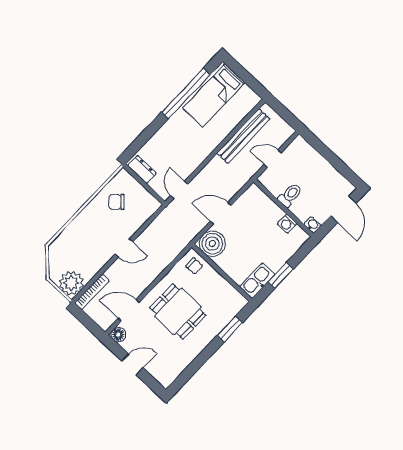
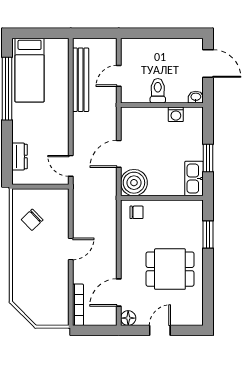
dresser: (142, 169) -> (19, 156), moved, turned 90
plant: (71, 283) -> (56, 313), removed
dining table: (178, 311) -> (170, 269), moved

